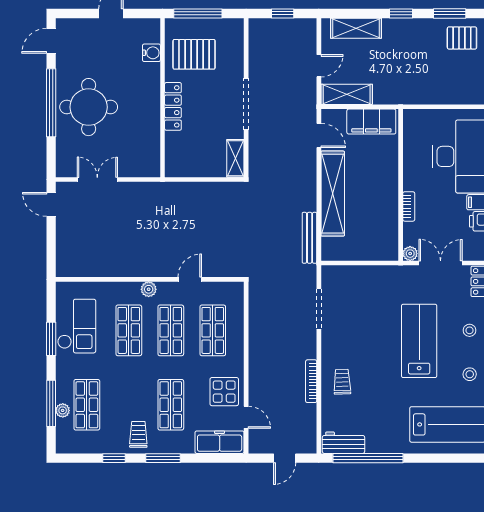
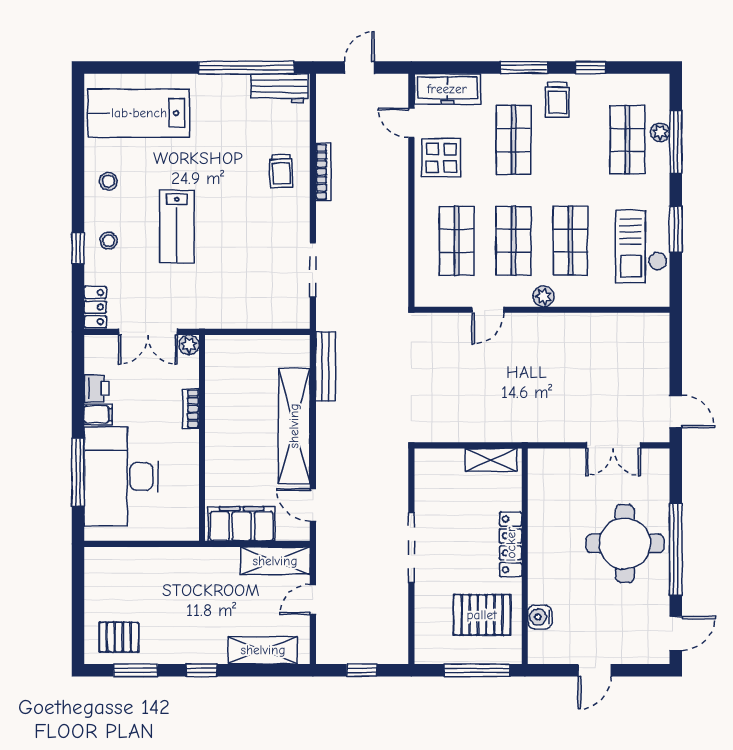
shelving: (235, 158) -> (491, 460), moved, turned 90
lab bench: (419, 341) -> (177, 226), width x0.73, depth x0.72

